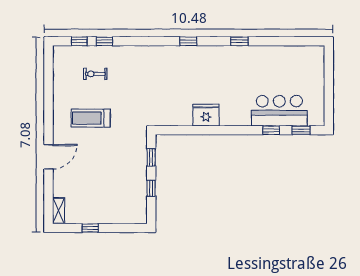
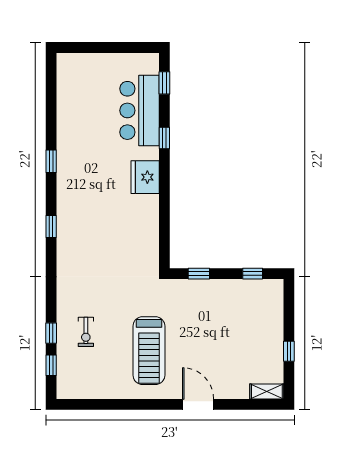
exercise bike: (95, 74) -> (86, 332), moved
fridge: (206, 115) -> (145, 177), moved
treadmill: (91, 118) -> (149, 351), width x1.37, depth x1.38
window: (271, 130) -> (164, 138), moved
window: (151, 188) -> (253, 274), moved

